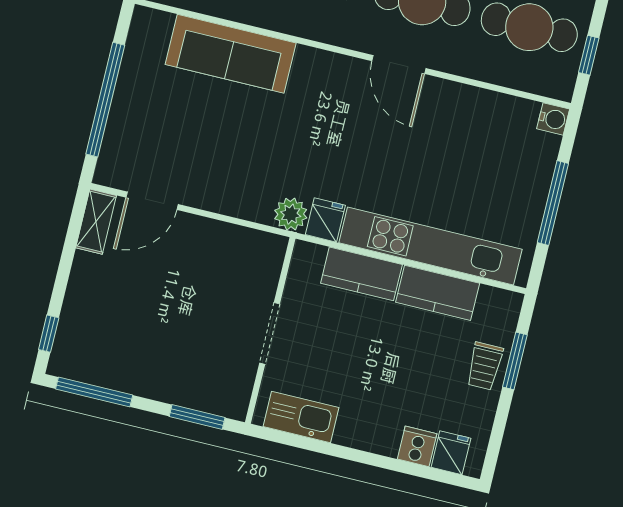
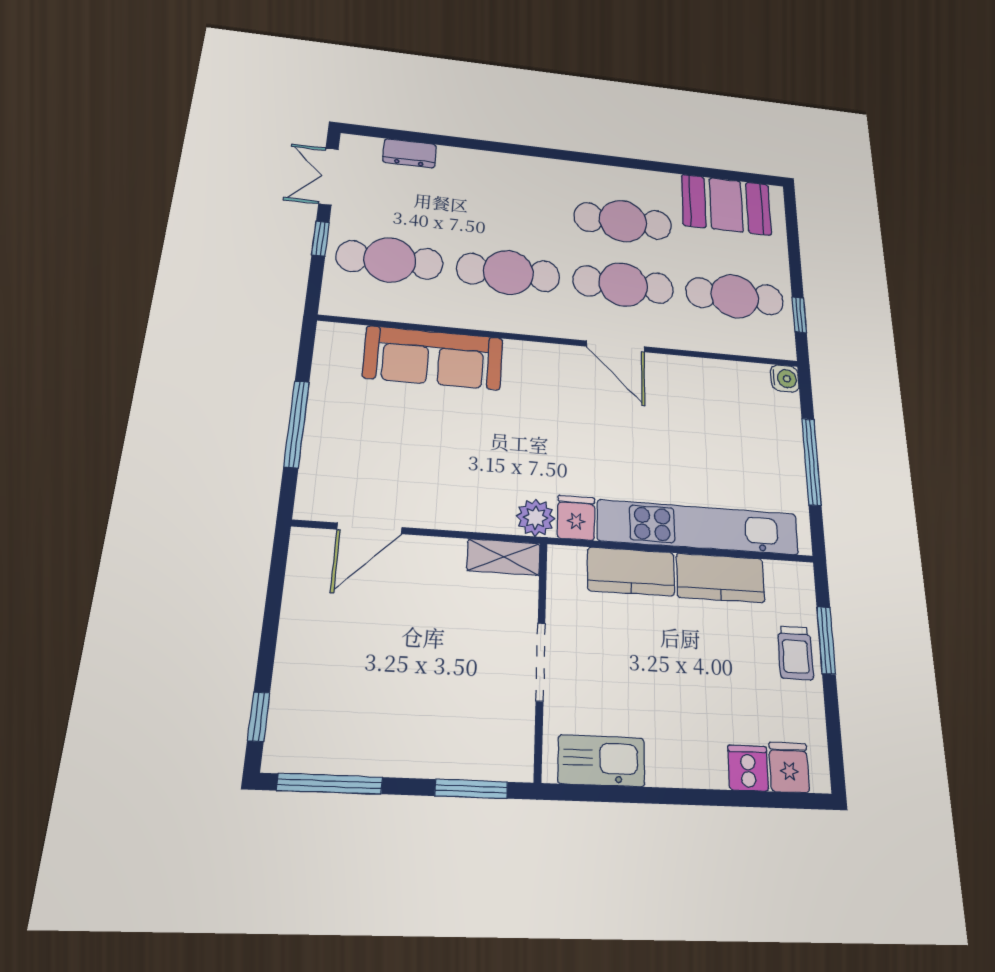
window: (105, 100) -> (297, 424), width x0.68
shelving: (96, 222) -> (504, 557), moved, turned 90

